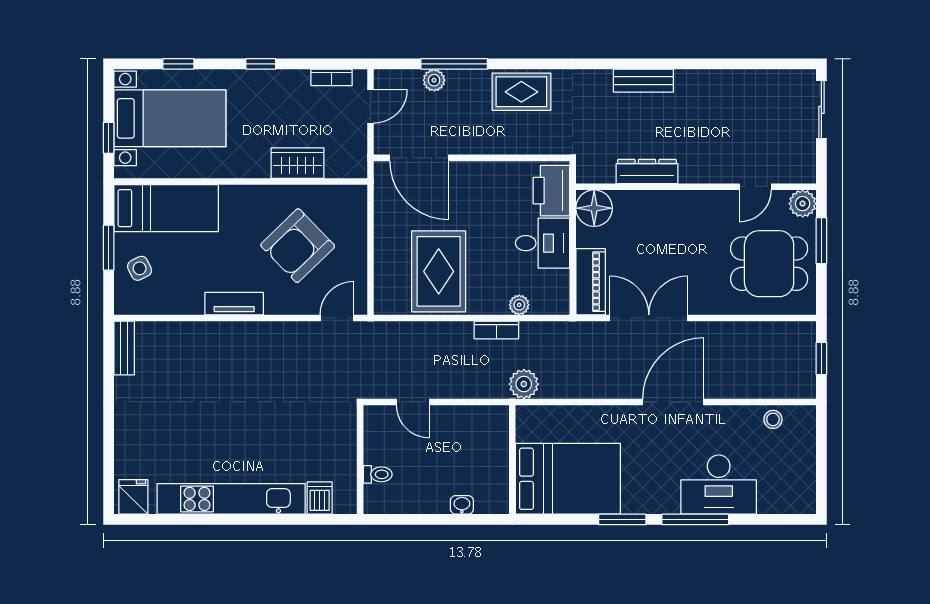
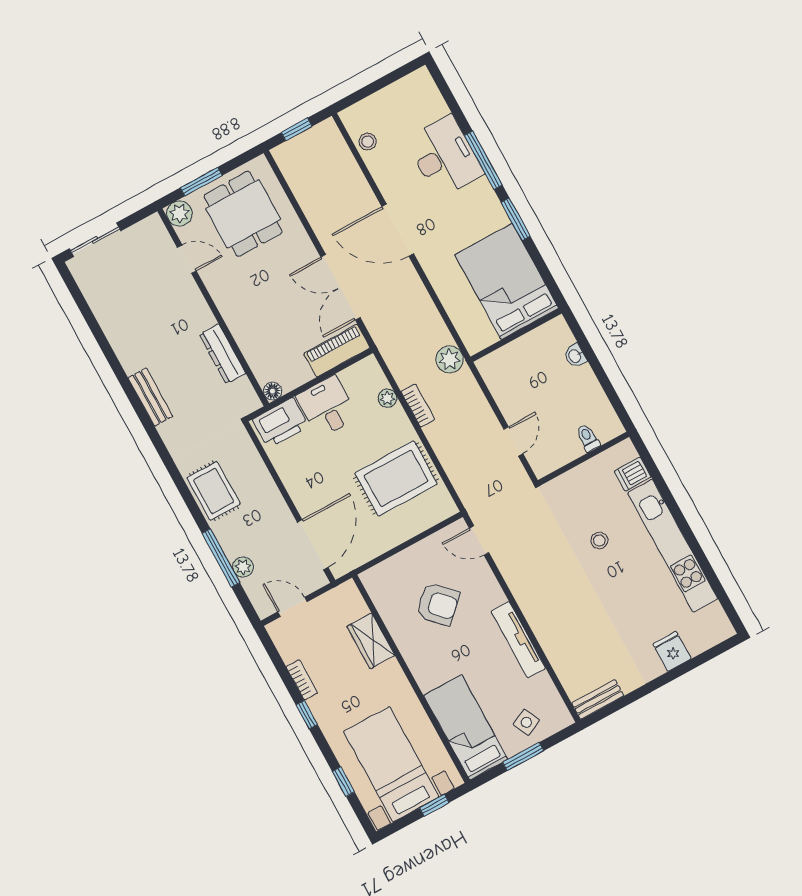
bookcase: (332, 77) -> (302, 680), moved
floor lamp: (594, 208) -> (273, 391), width x0.53, depth x0.53
armchair: (298, 246) -> (438, 604), width x0.73, depth x0.73
tv unit: (234, 304) -> (518, 640), width x1.41
stool: (274, 432) -> (599, 541), added
fridge: (133, 497) -> (672, 651), moved, turned 90

